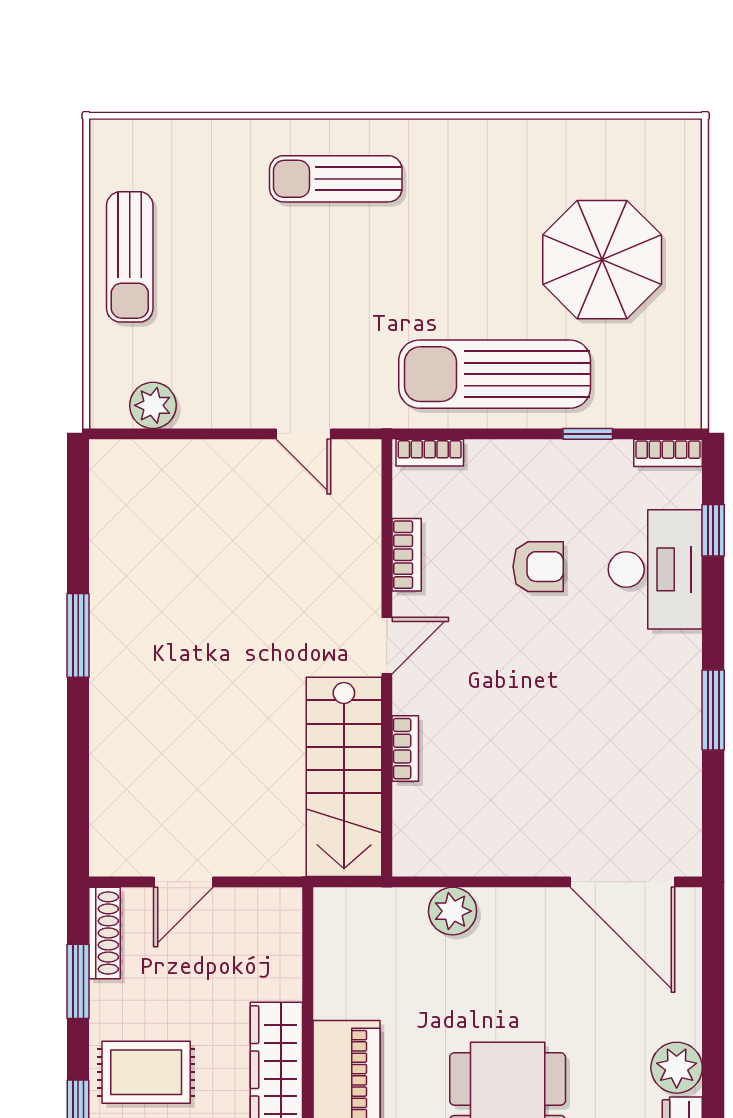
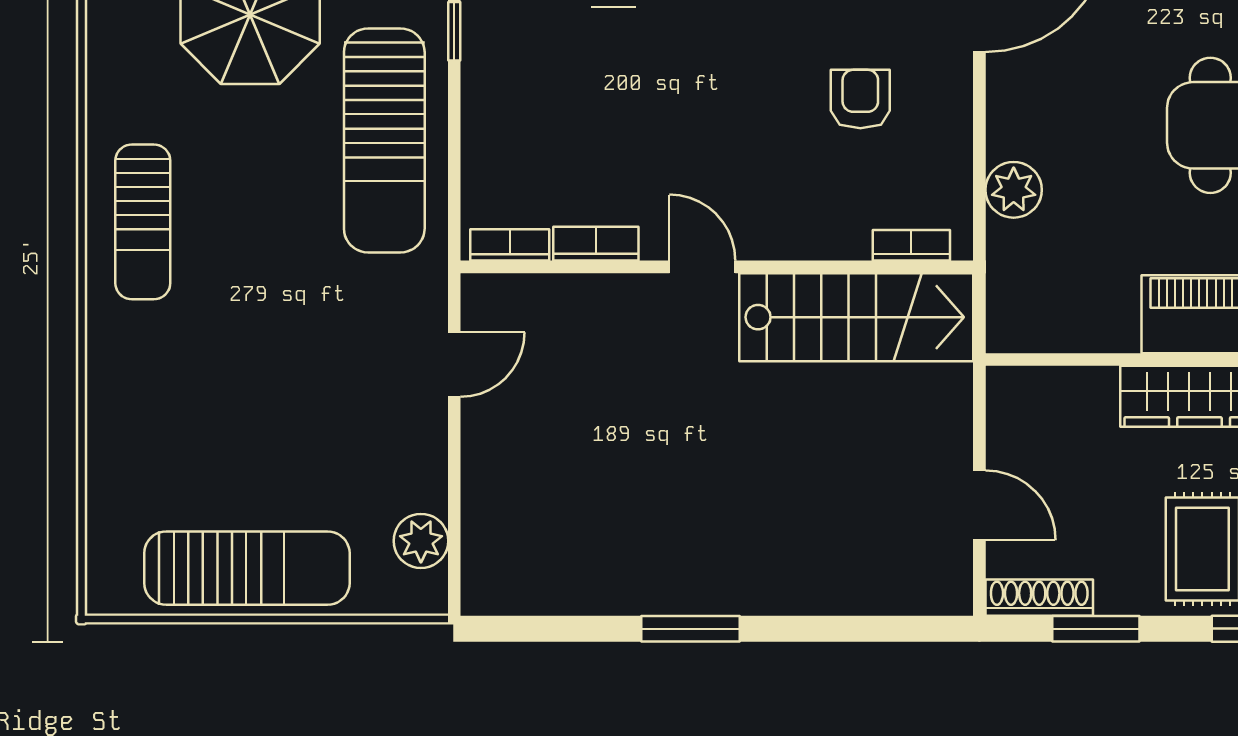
sun lounger: (336, 179) -> (143, 222), moved
sun lounger: (130, 257) -> (247, 568), width x1.36, depth x1.34
bookcase: (430, 453) -> (510, 245), moved, turned -90
armchair: (538, 567) -> (860, 99), moved
bookcase: (405, 749) -> (911, 245), moved

